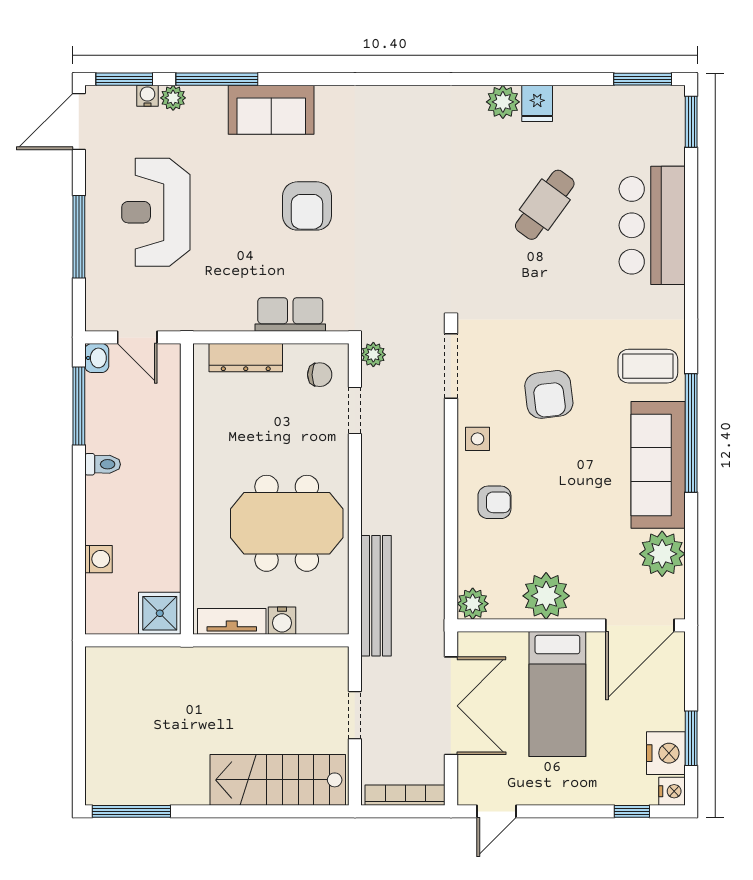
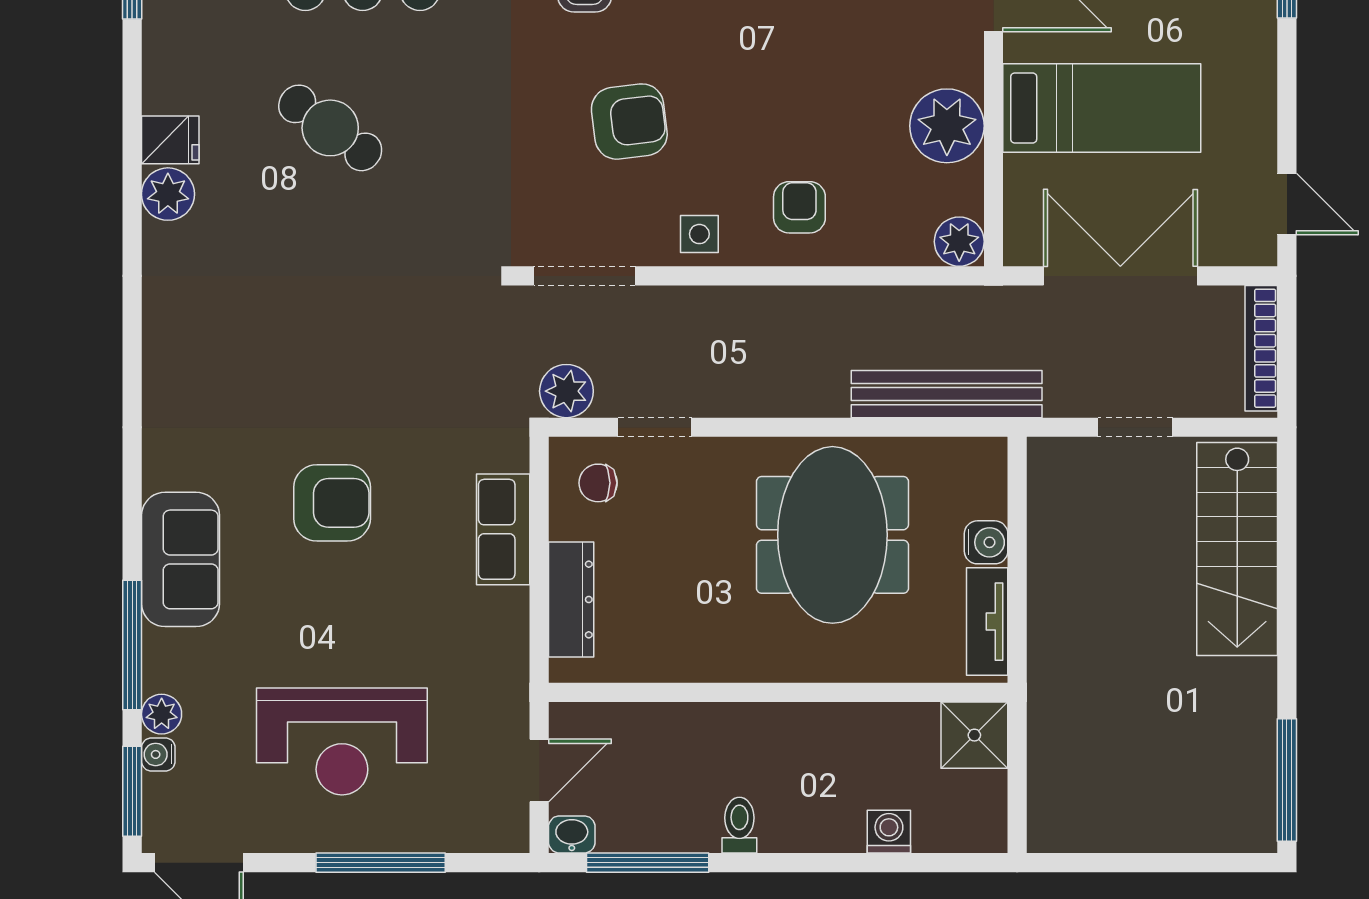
plant: (373, 355) -> (566, 391), width x1.38, depth x1.38
chair: (320, 375) -> (598, 483), turned -90

